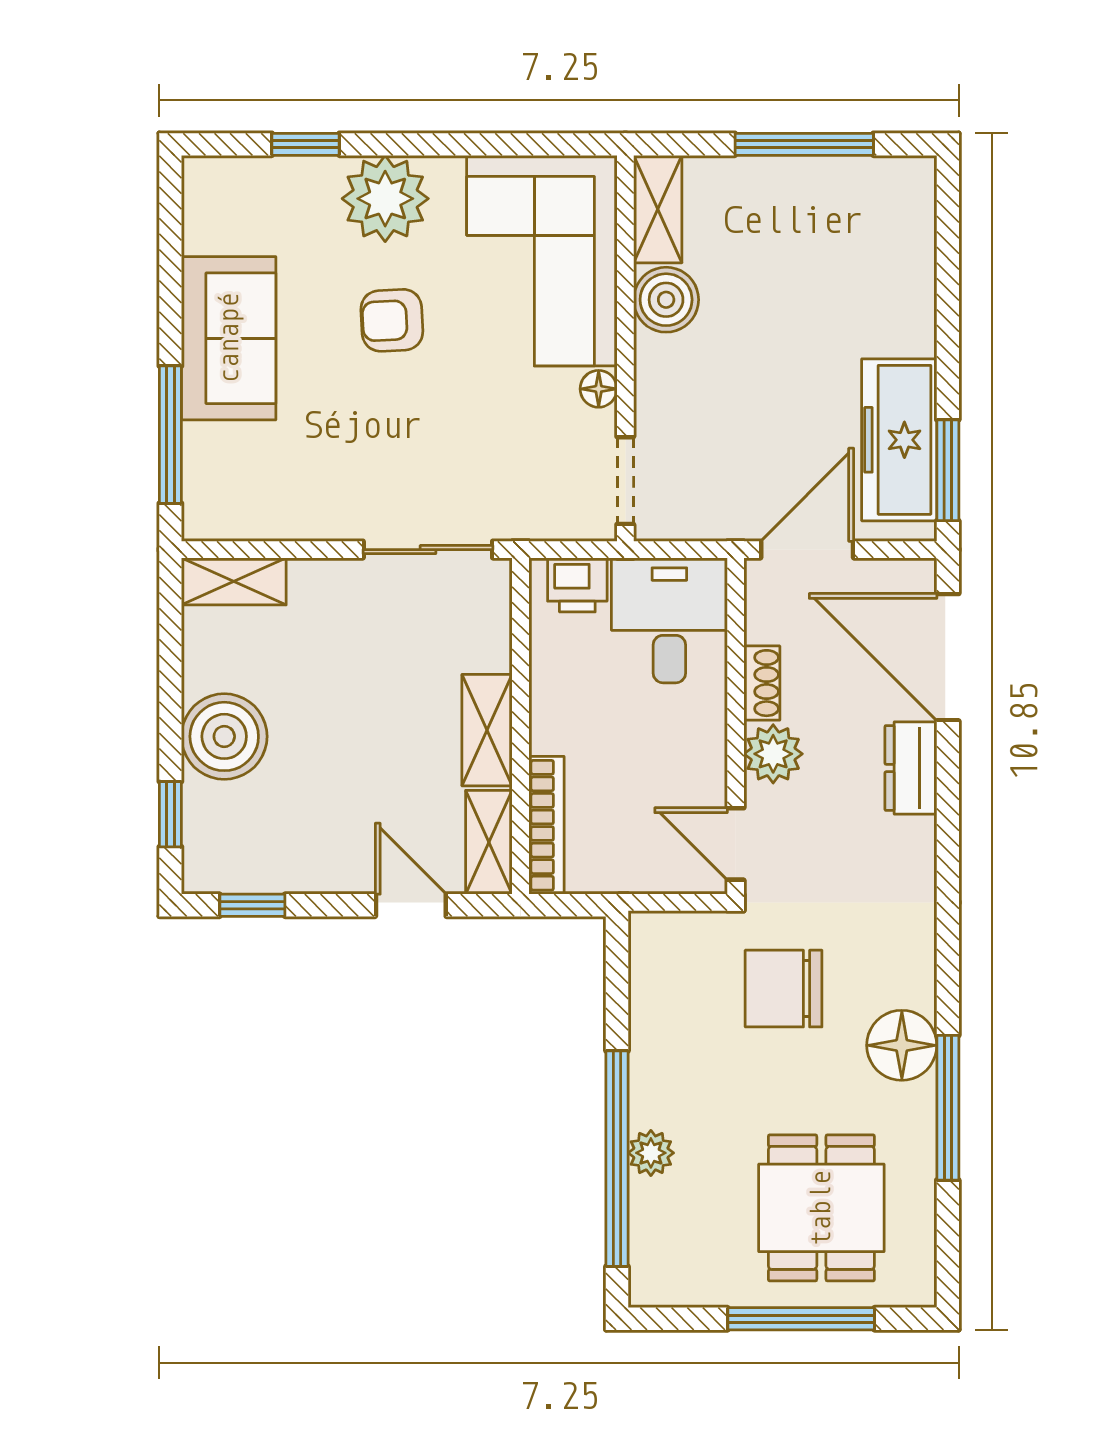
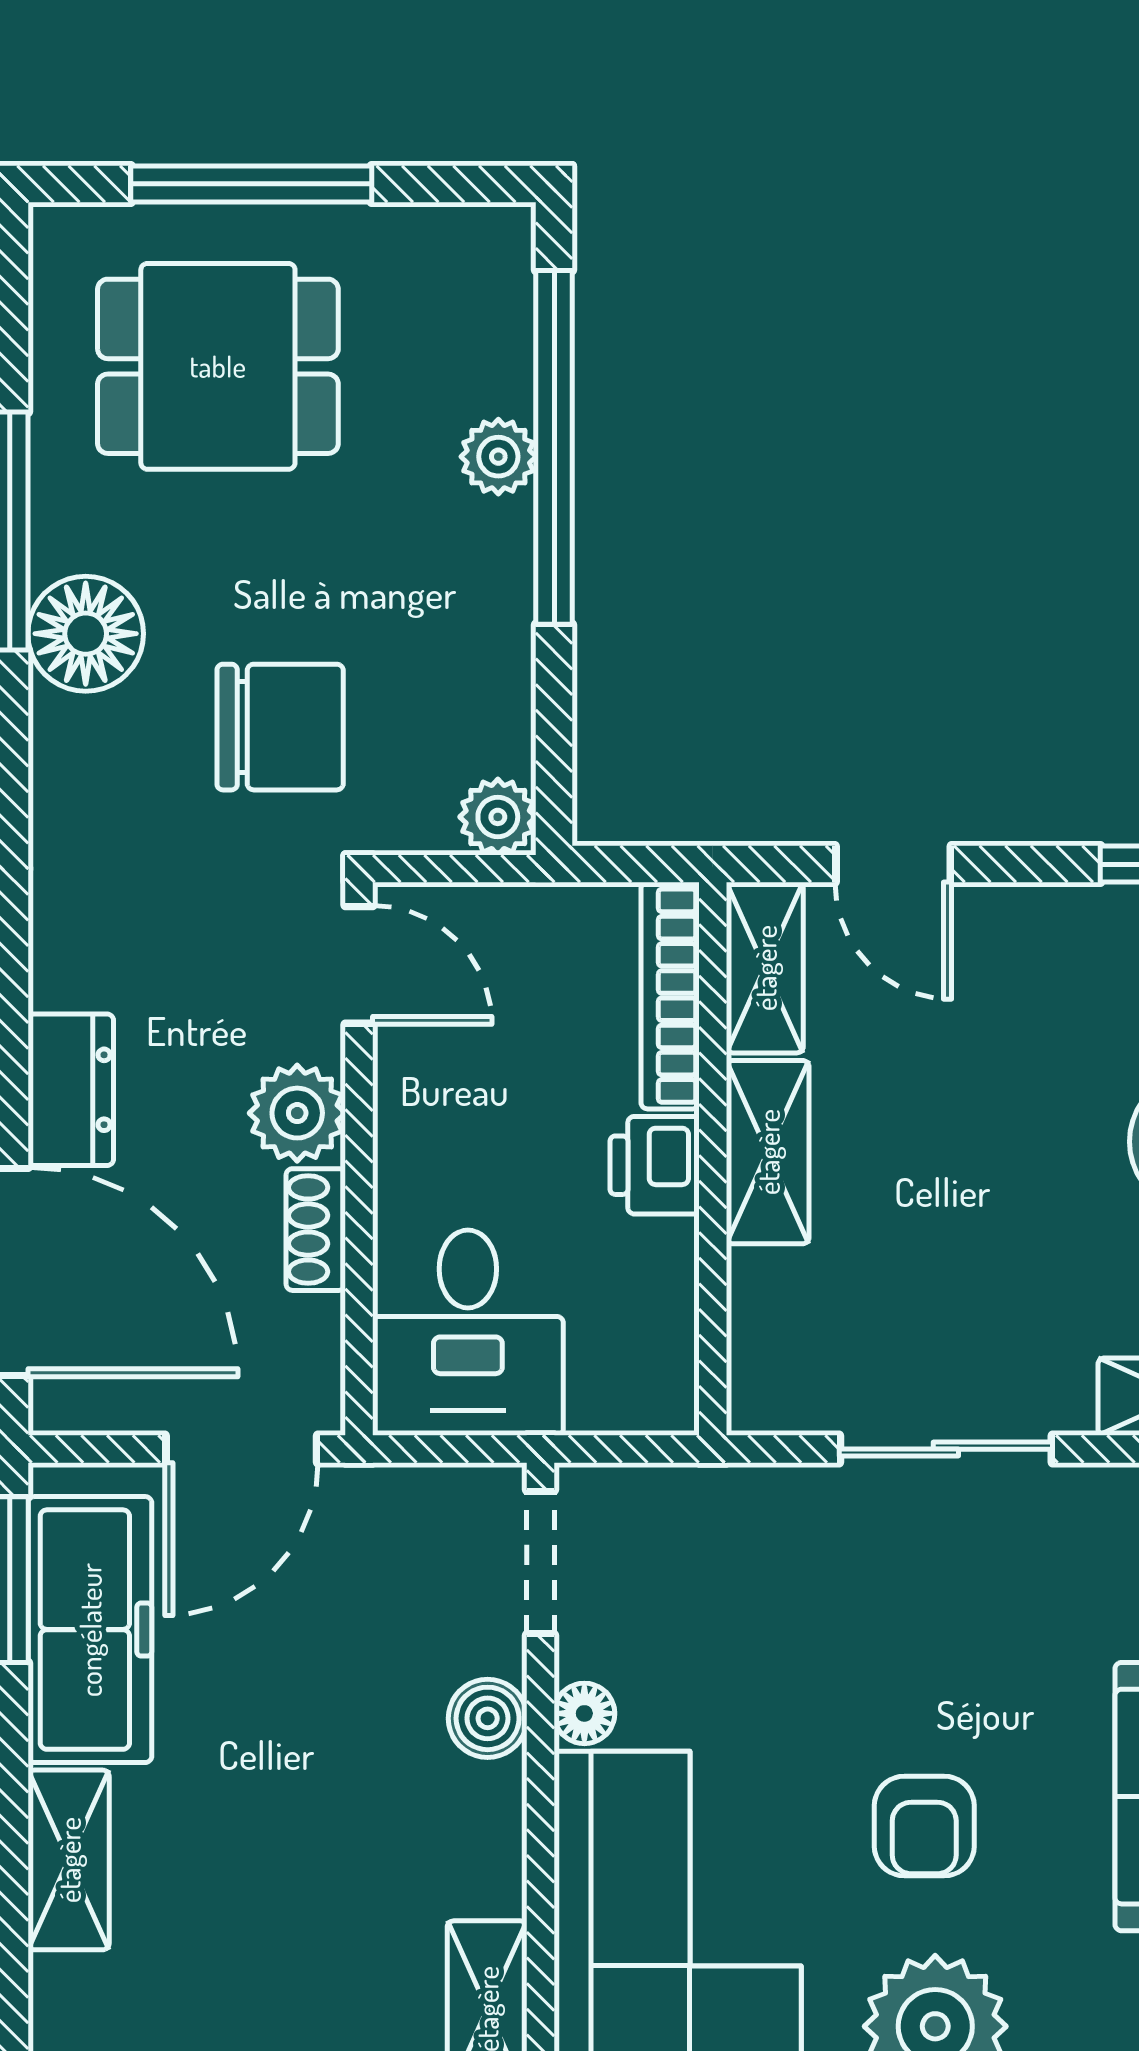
boiler: (666, 300) -> (488, 1718), moved, width x0.73, depth x0.73
shelving: (912, 300) -> (69, 1860), added
armchair: (392, 320) -> (924, 1826), turned 93
sliding door: (428, 550) -> (946, 1449), moved
printer: (577, 585) -> (655, 1165), moved, turned -90
plant: (651, 934) -> (498, 817), added
dining table: (821, 1208) -> (218, 366), turned 90

